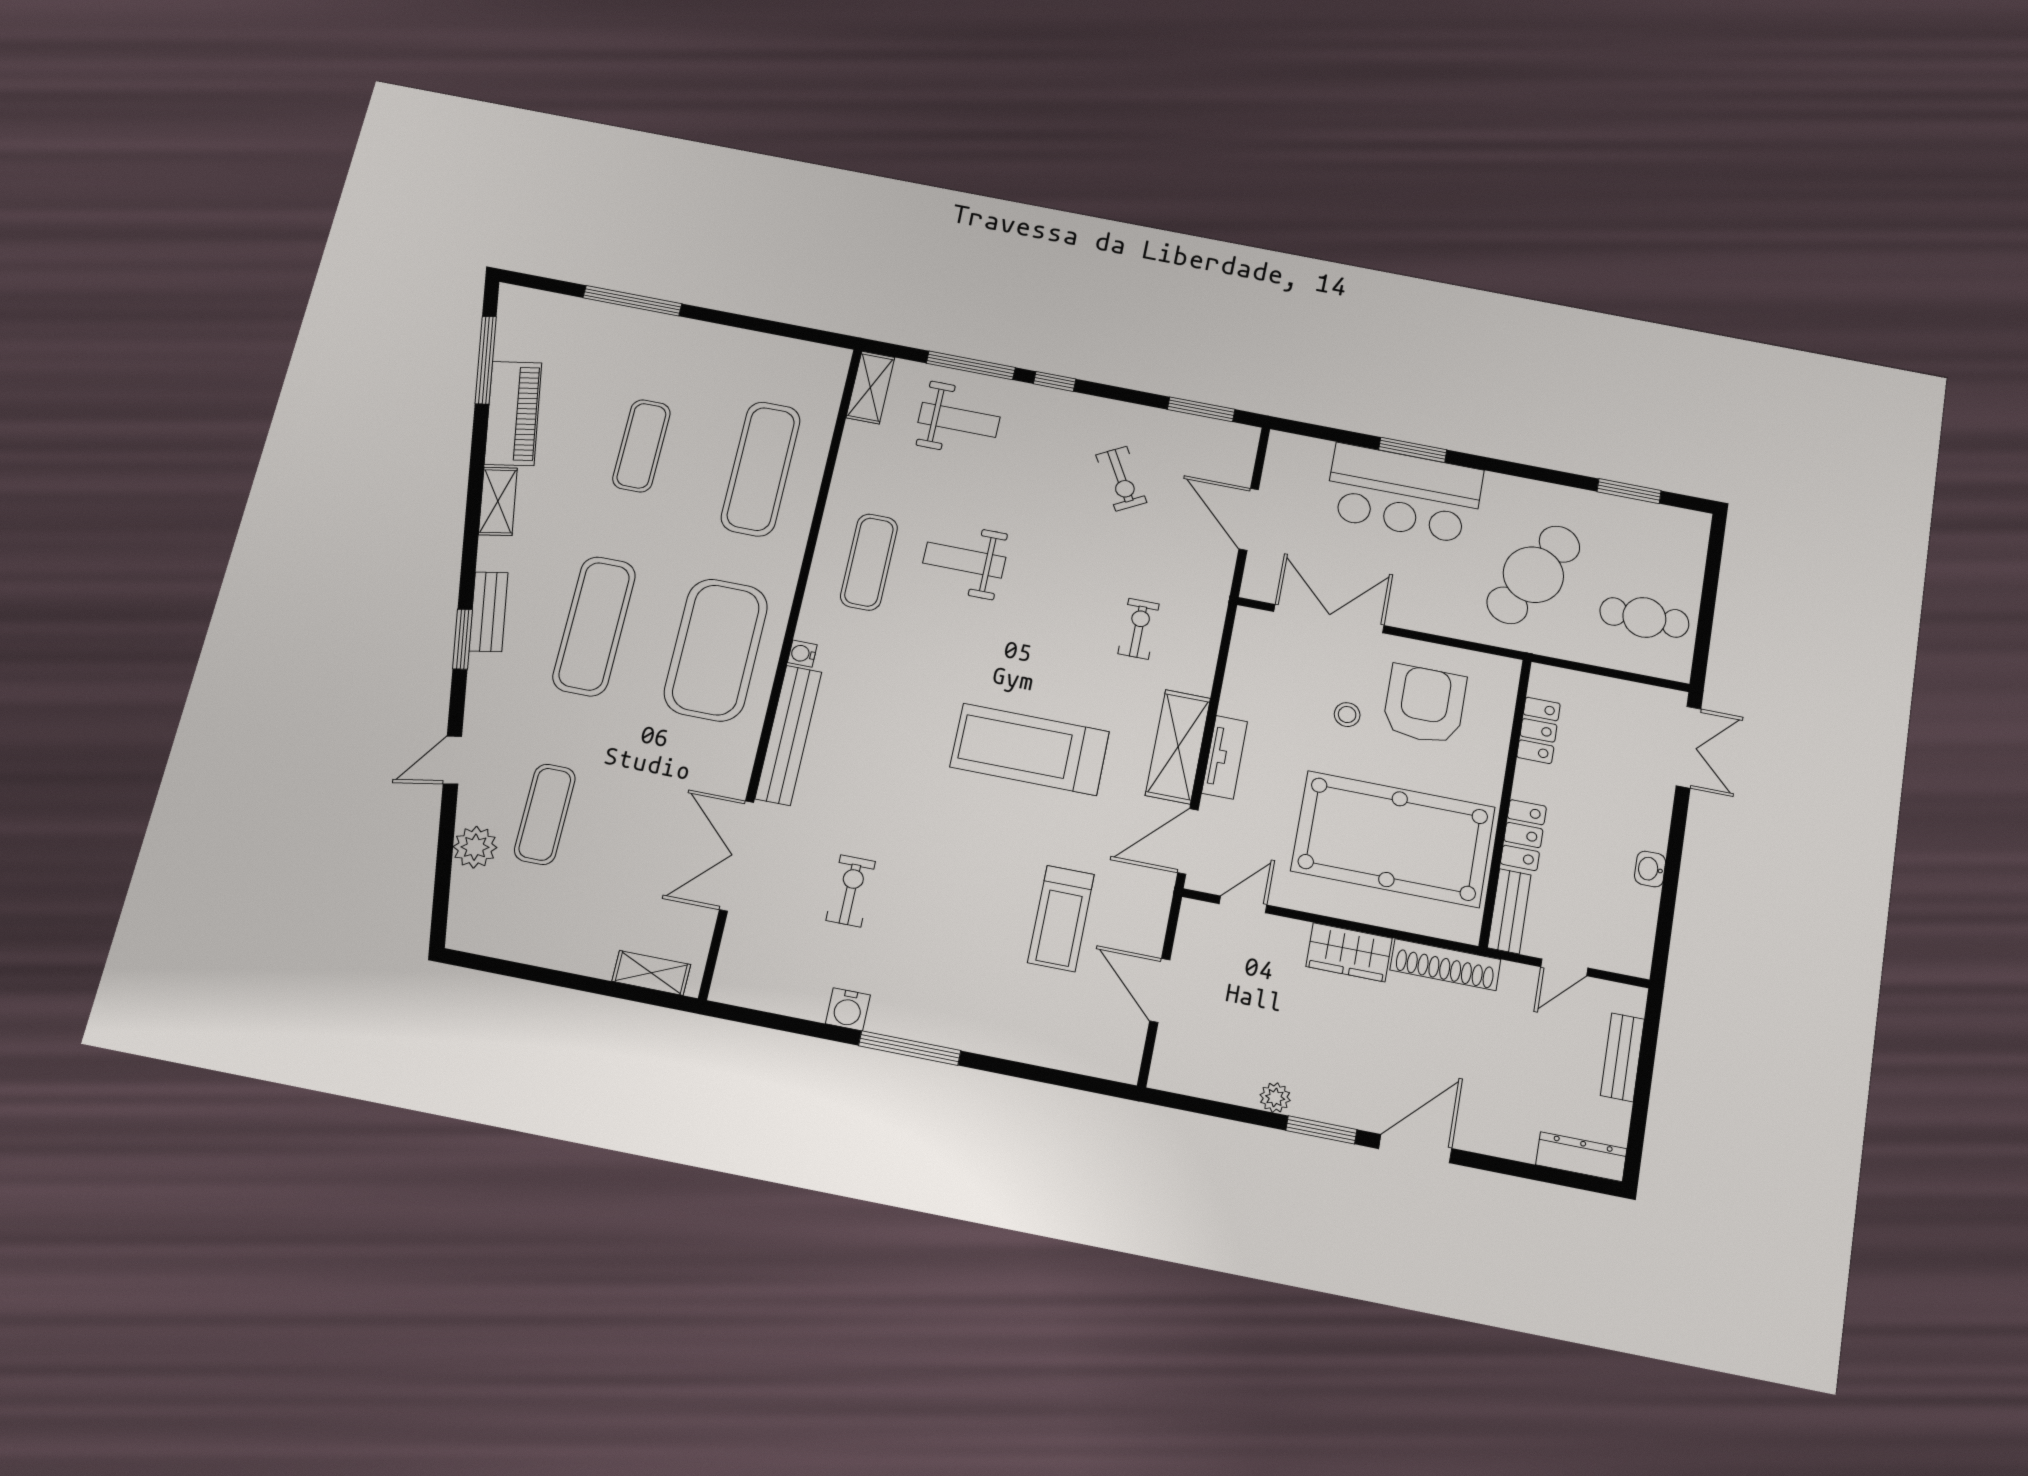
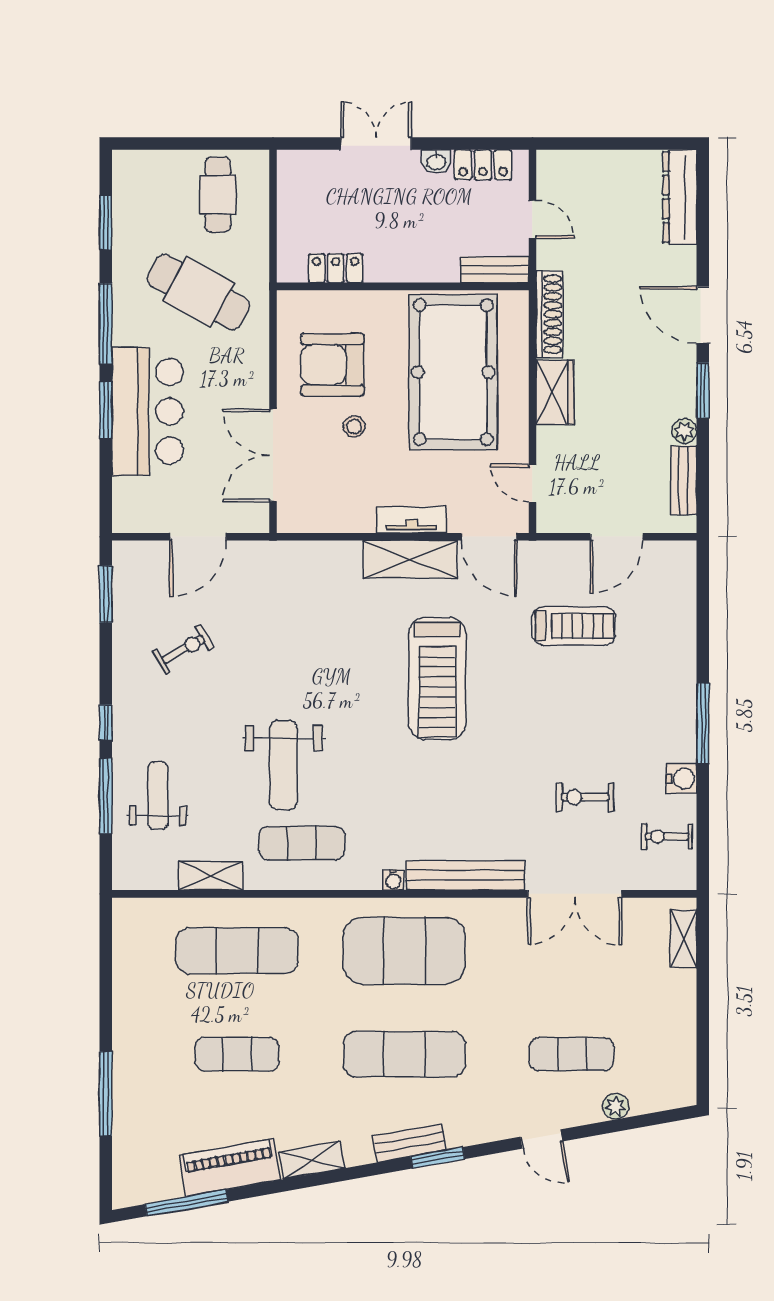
shelving: (870, 388) -> (211, 876), moved
window: (1512, 469) -> (106, 324), added
weight bench: (964, 560) -> (284, 765), width x1.36, depth x1.33
exercise bike: (1139, 629) -> (667, 837), moved
double door: (1689, 747) -> (376, 144), moved
locker: (1523, 835) -> (483, 165), moved, turned 180
plant: (475, 847) -> (616, 1106), width x0.73, depth x0.73
bench: (1622, 1057) -> (684, 480), moved, turned 90
dresser: (1581, 1157) -> (680, 197), width x1.37, depth x1.24

